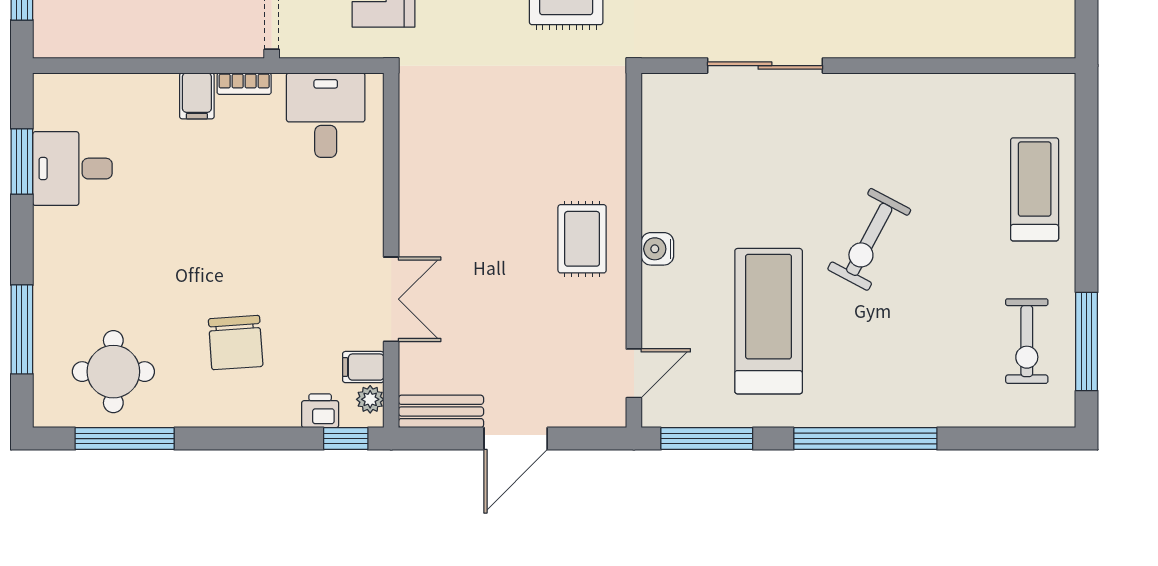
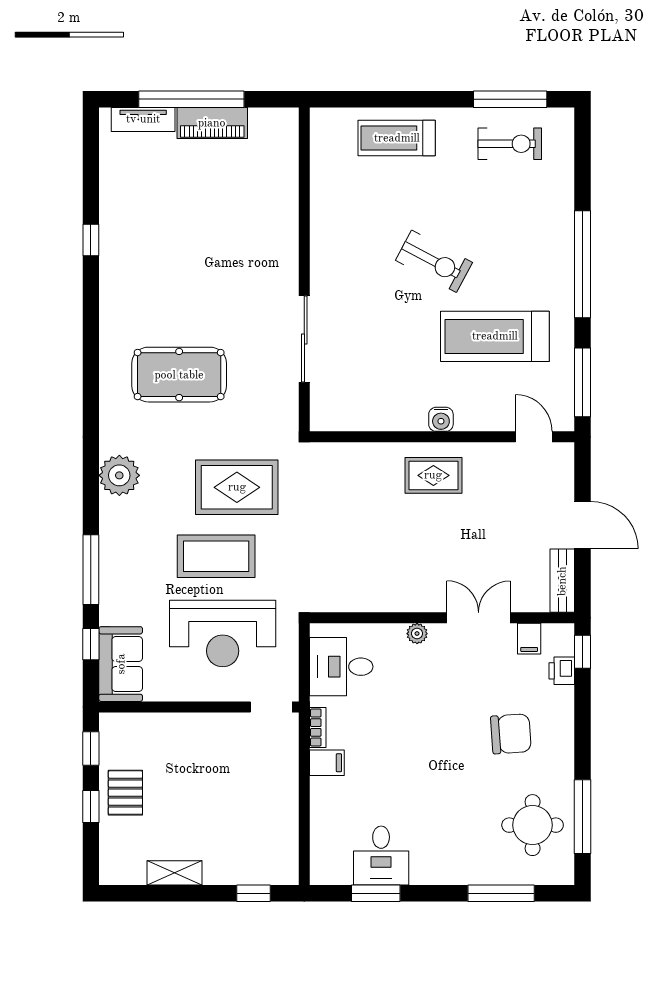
plant: (370, 399) -> (417, 634), moved

